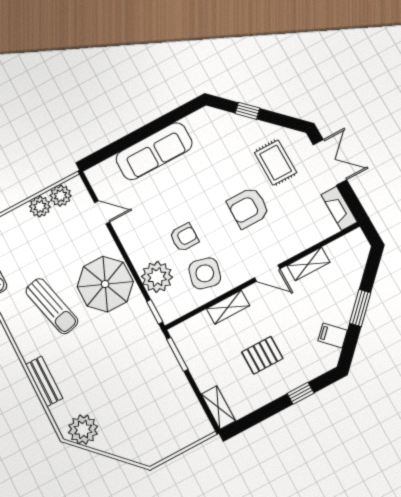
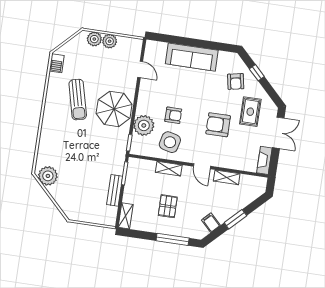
armchair: (230, 140) -> (236, 81), added
plant: (60, 196) -> (94, 39), moved
pallet: (262, 355) -> (168, 206), turned 90
bench: (44, 381) -> (115, 190), moved
window: (301, 393) -> (173, 239), width x2.17

